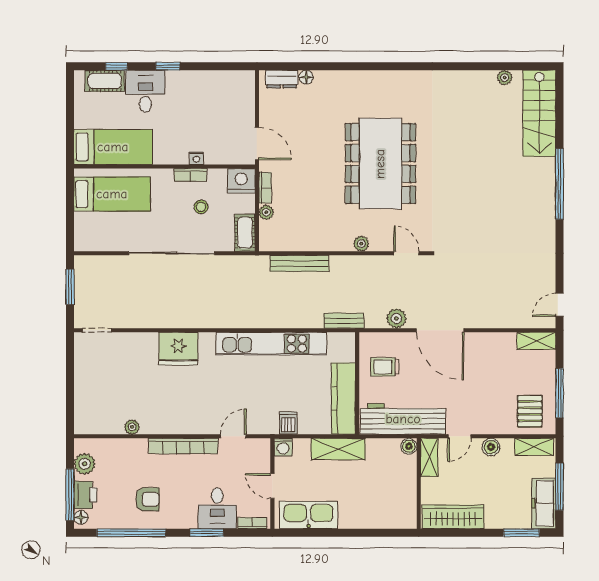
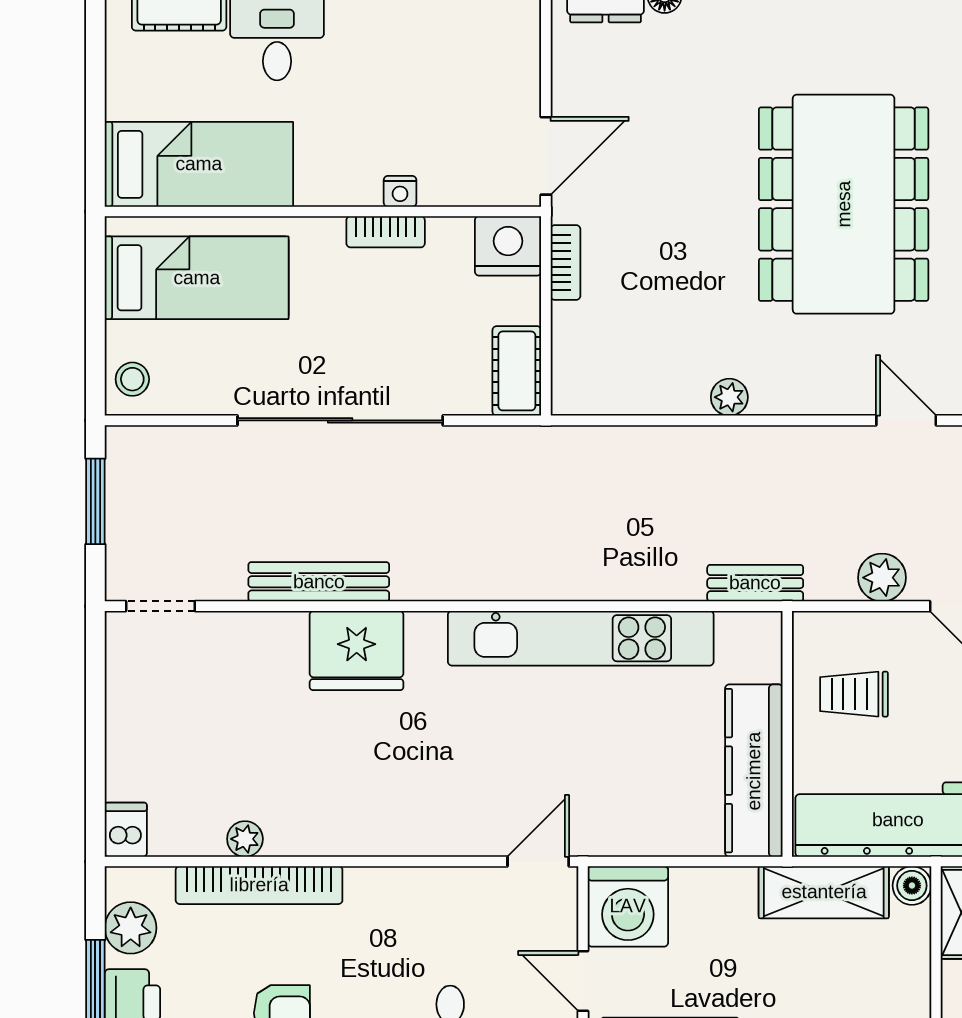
door: (257, 143) -> (546, 156), hinge flipped
stool: (201, 207) -> (132, 379), moved
plant: (266, 212) -> (568, 322), removed
plant: (361, 244) -> (729, 397), moved
bench: (299, 263) -> (319, 582), moved
dishwasher: (288, 423) -> (126, 830), moved
door: (233, 436) -> (538, 862), moved
bookcase: (183, 446) -> (259, 885), moved
washing machine: (283, 447) -> (628, 906), width x1.89, depth x1.89
shelving: (338, 449) -> (824, 892), moved

